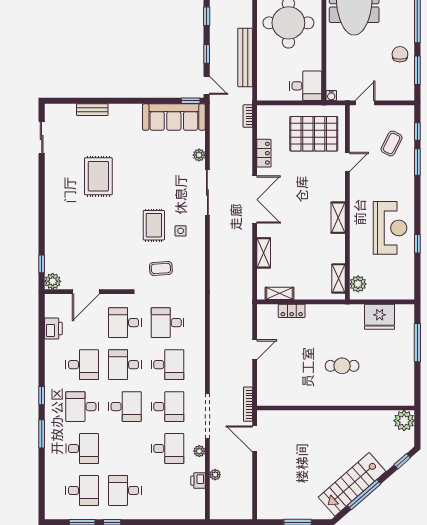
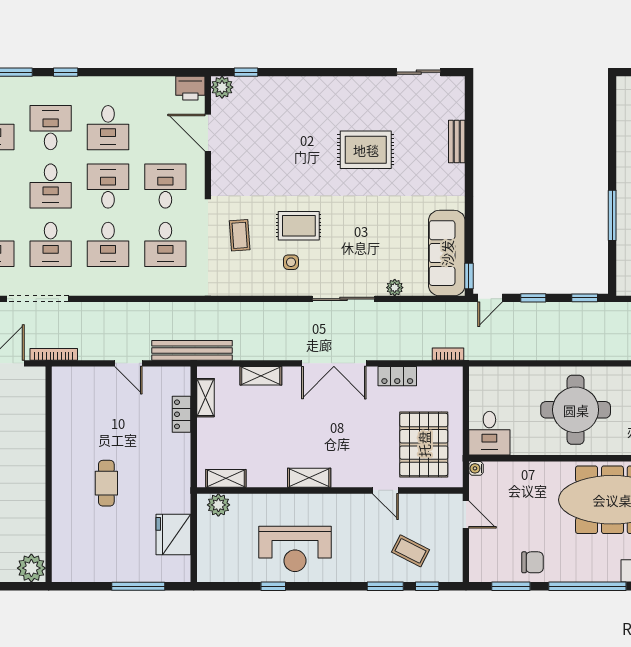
bench: (245, 57) -> (192, 350), moved
desk: (168, 323) -> (165, 244), turned 180
printer: (53, 329) -> (190, 88), moved

